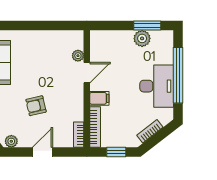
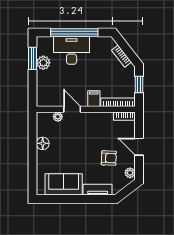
floor lamp: (46, 38) -> (43, 143), added
desk: (157, 86) -> (72, 50), moved
armchair: (36, 106) -> (109, 158), moved, turned -75

